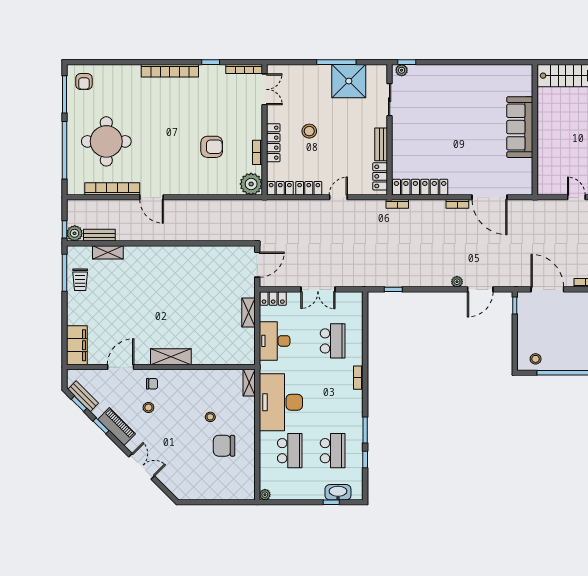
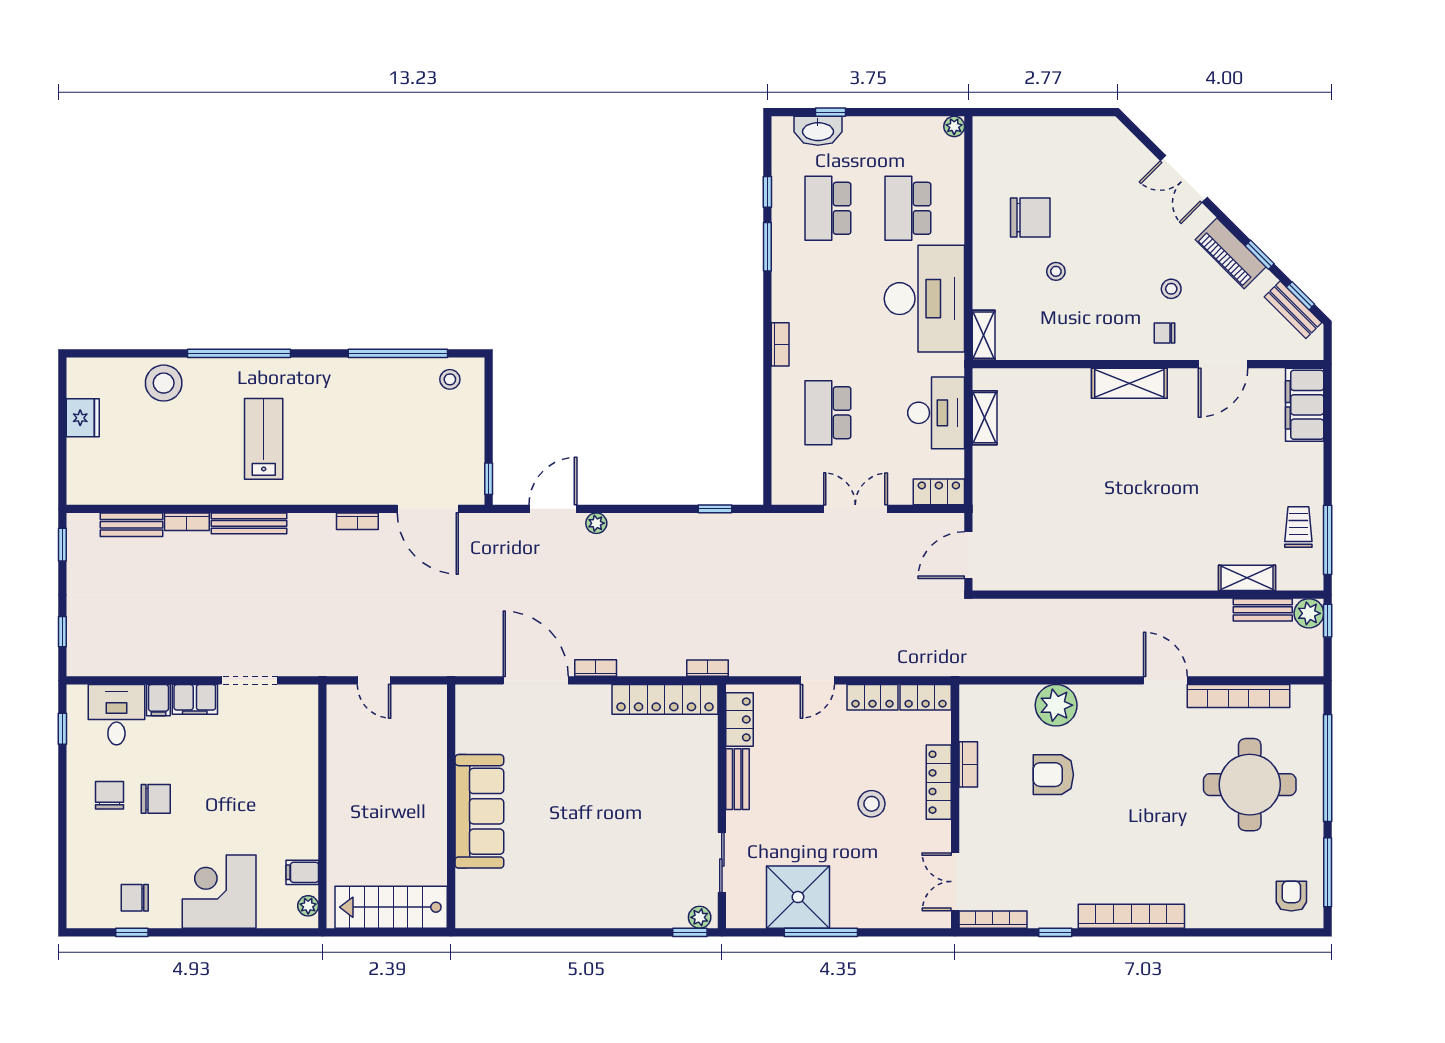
plant: (251, 184) -> (1056, 705), moved
shelving: (249, 312) -> (985, 418), moved

